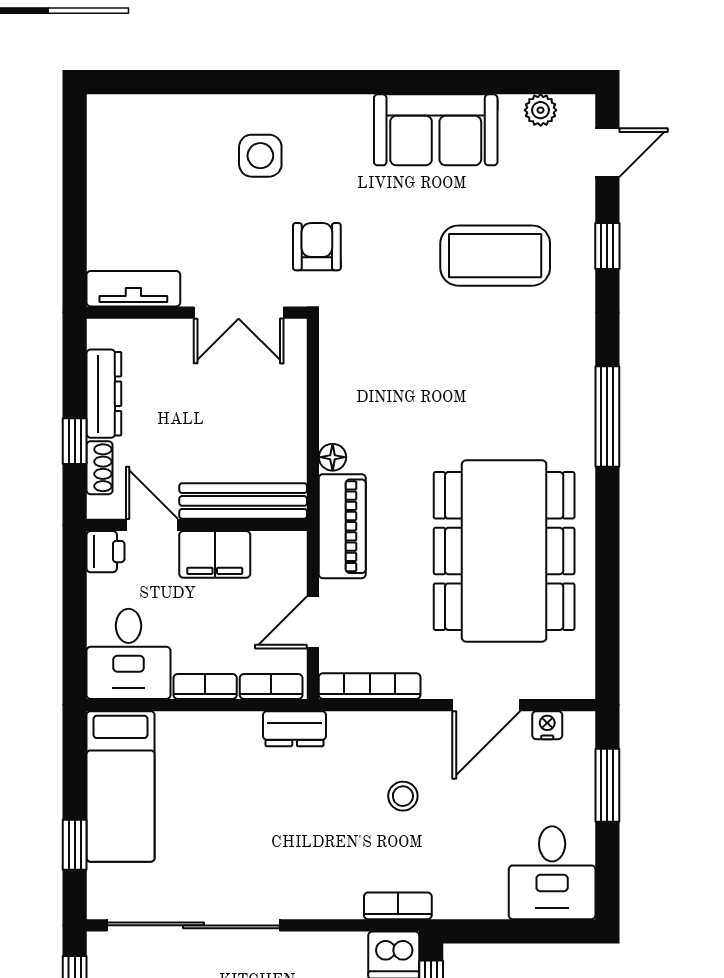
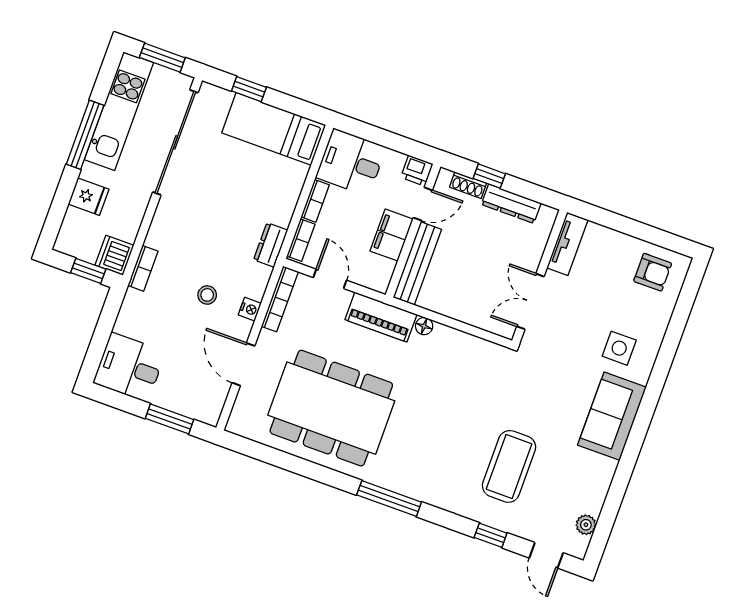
sofa: (436, 130) -> (612, 416), moved
armchair: (317, 247) -> (653, 272), moved
nightstand: (547, 725) -> (250, 309), moved

